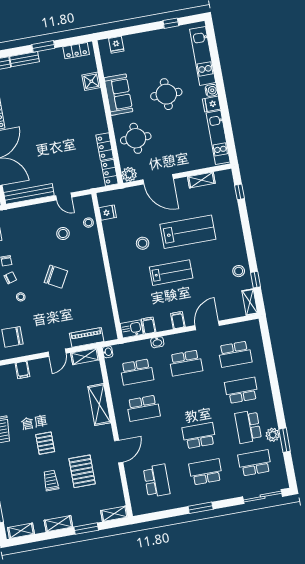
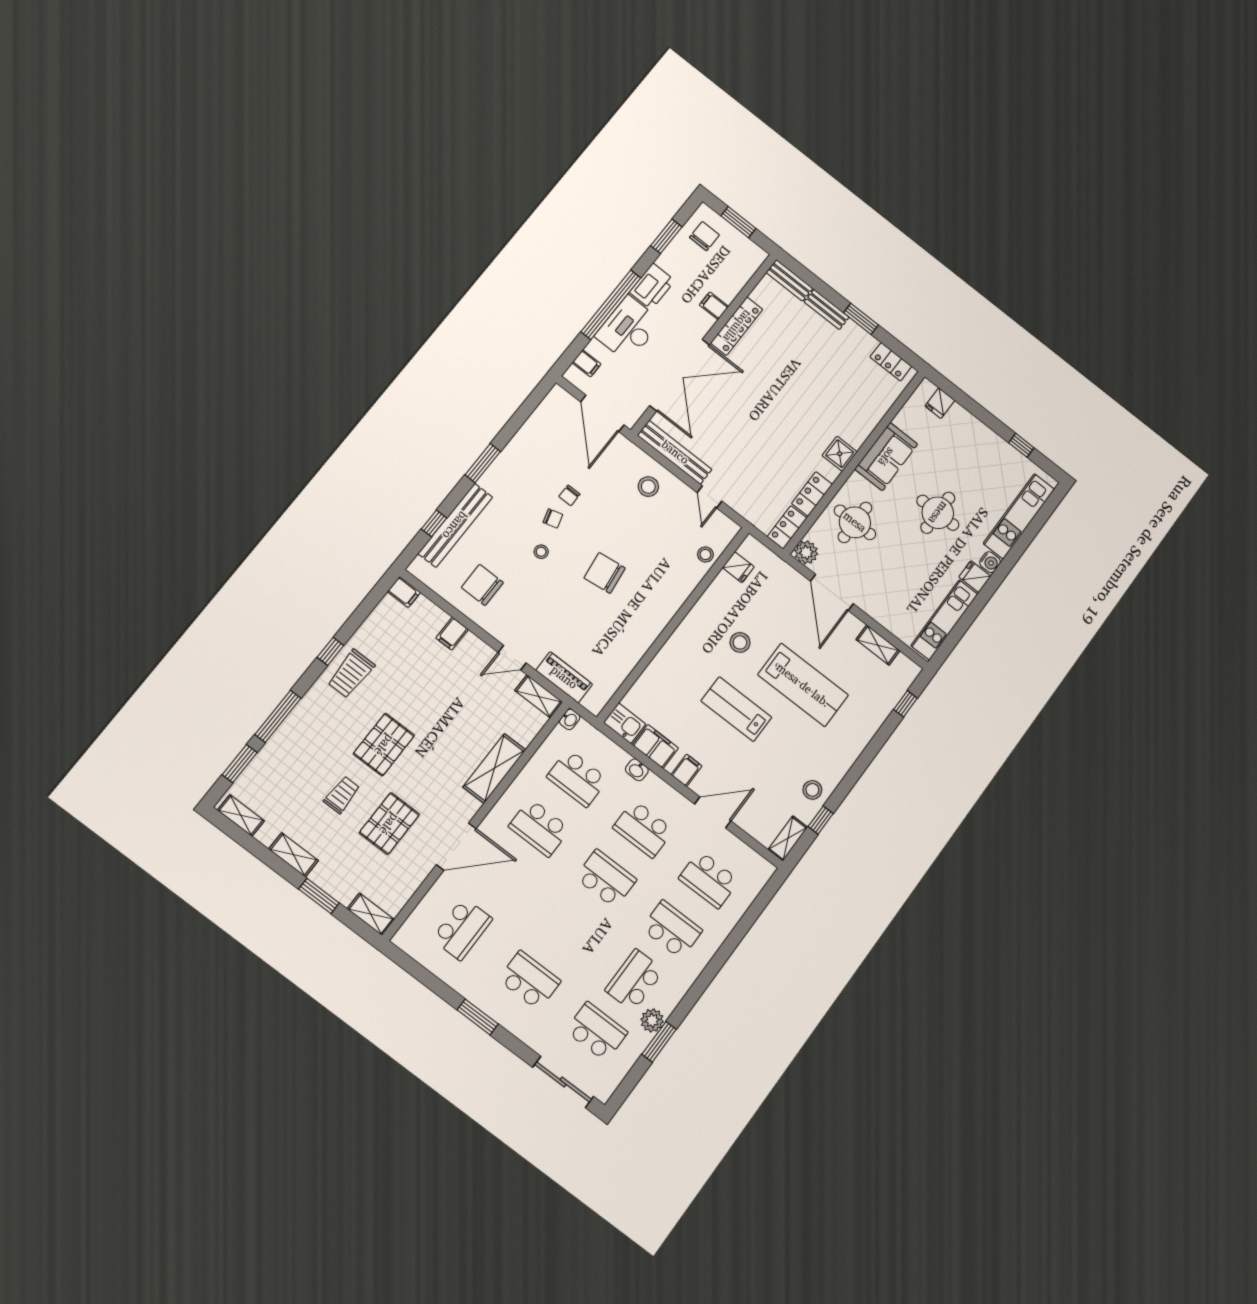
shower: (91, 81) -> (840, 454), moved
stool: (63, 233) -> (648, 487), moved
lab bench: (171, 273) -> (736, 709), turned 180
chair: (56, 277) -> (605, 573), turned 144
filing cabinet: (149, 326) -> (655, 746), width x2.00
school desk: (199, 436) -> (606, 879), moved
pallet: (45, 443) -> (384, 745), width x1.50, depth x1.42
door: (119, 452) -> (456, 847), width x1.36

